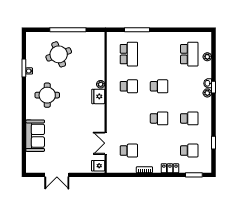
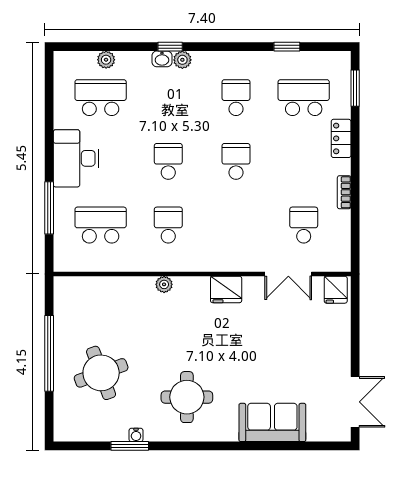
desk: (160, 42) -> (76, 158), added
fridge: (98, 96) -> (226, 289), moved
school desk: (189, 151) -> (304, 98), width x1.85
double door: (57, 175) -> (355, 402), moved

